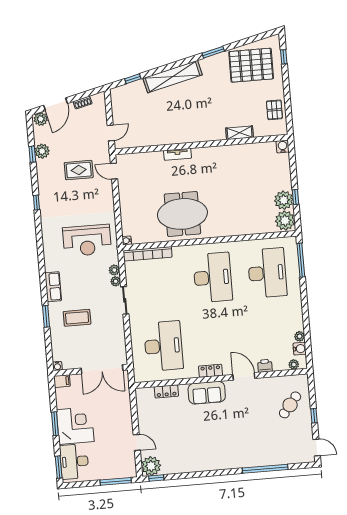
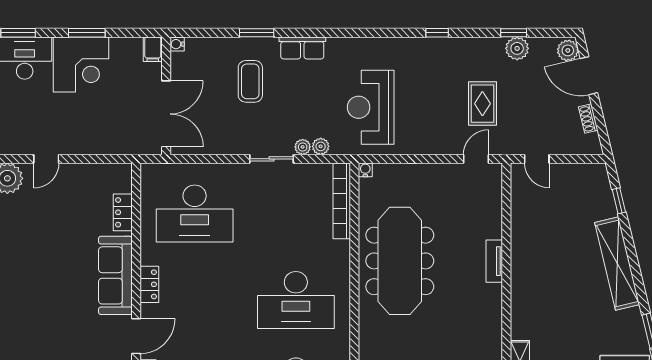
meeting table: (182, 214) -> (400, 261), width x1.36
double door: (102, 369) -> (166, 114), swing flipped
sofa: (207, 393) -> (115, 275), width x1.36

